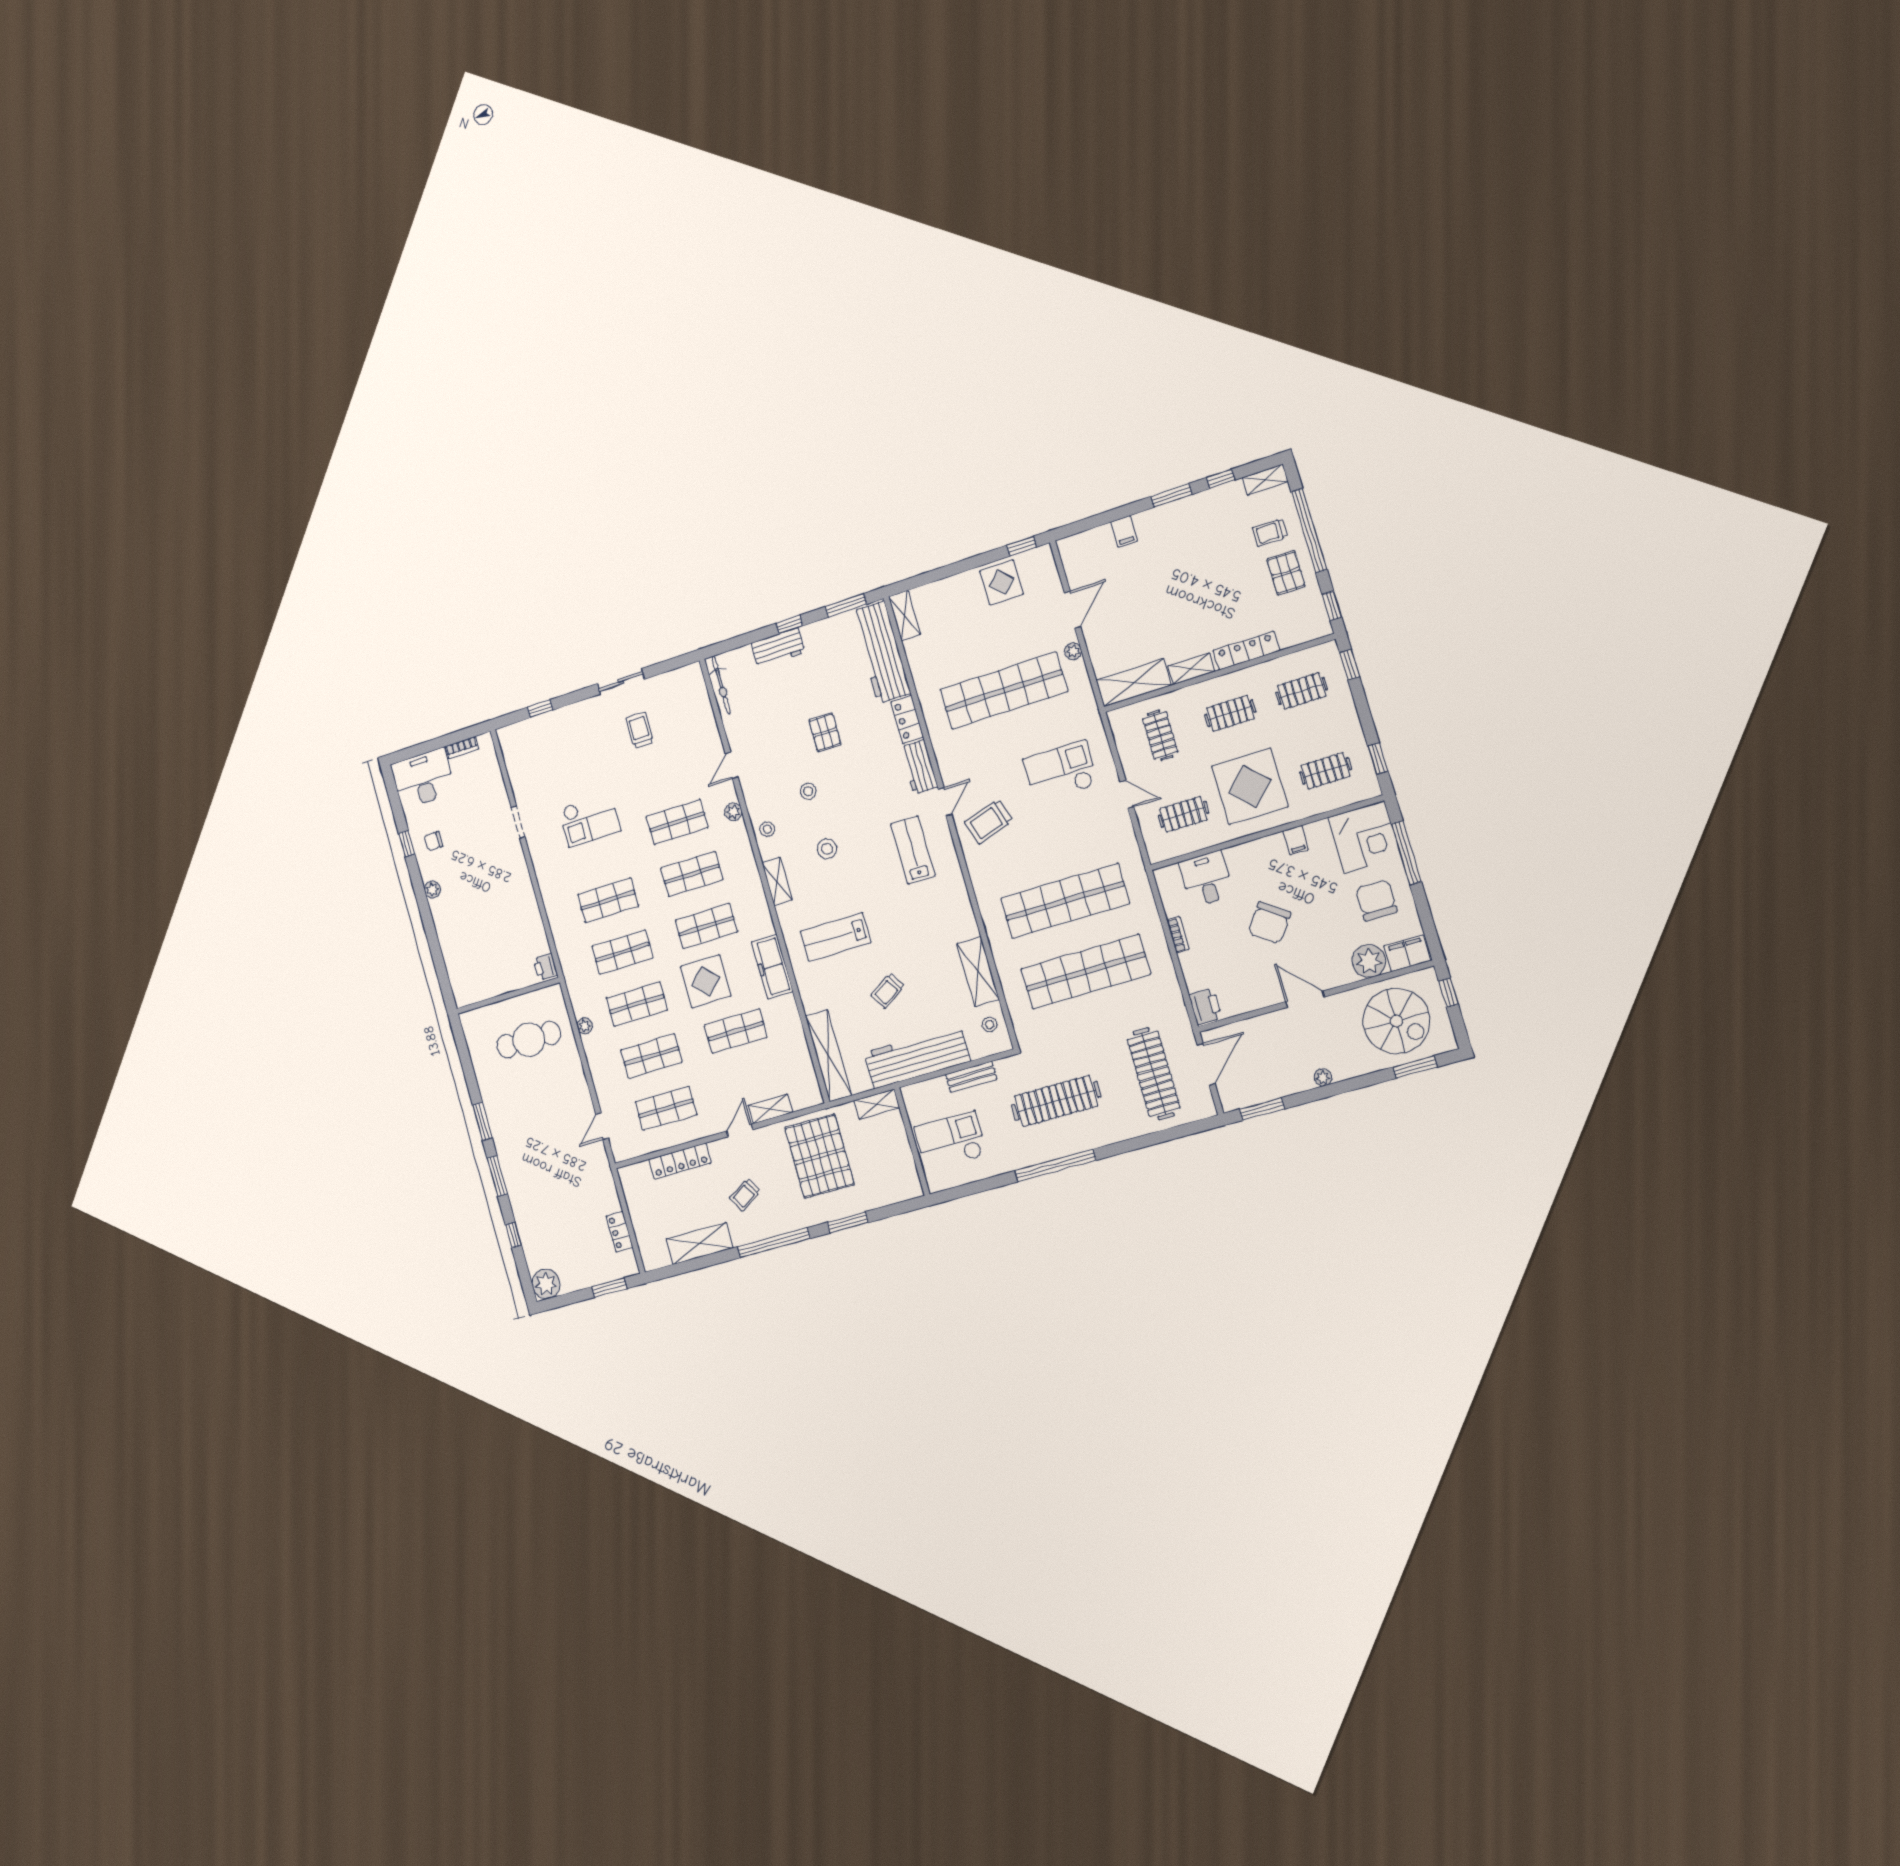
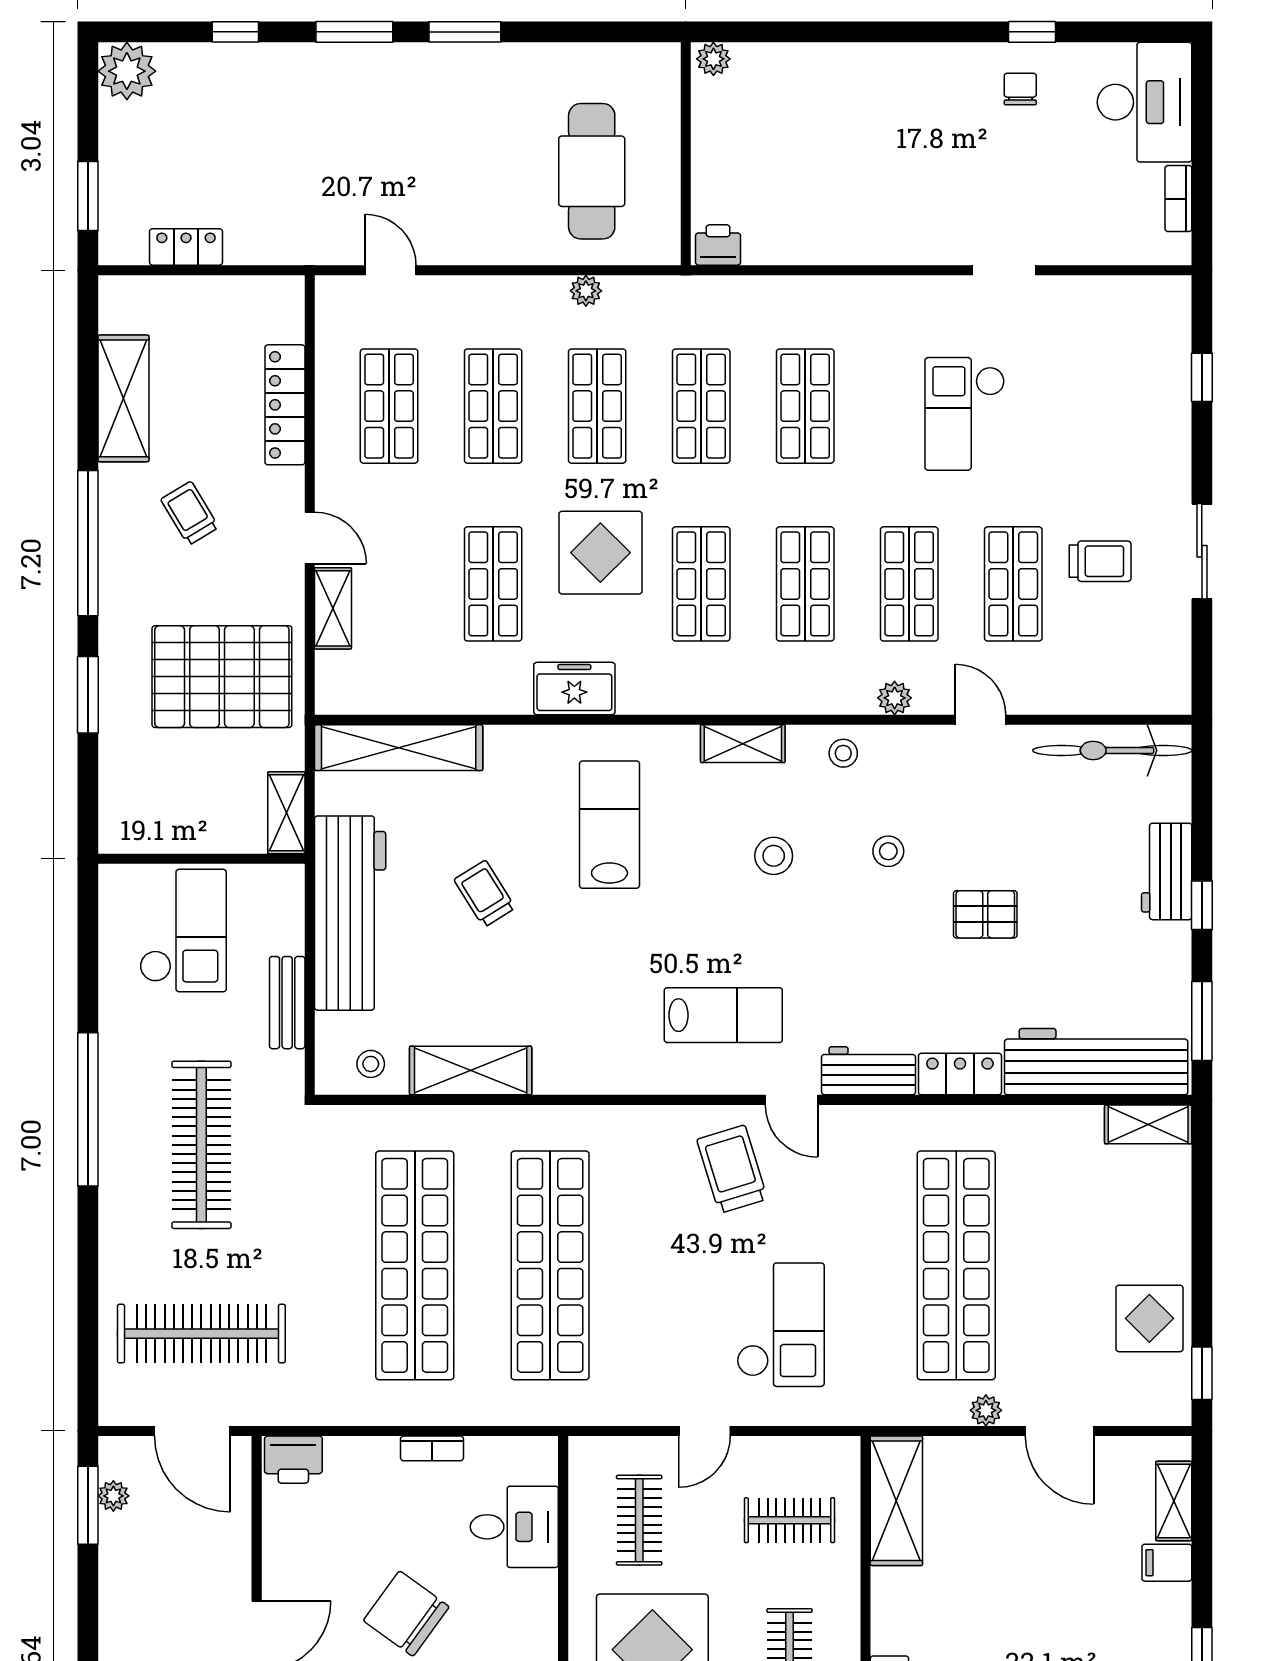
shelving: (1191, 669) -> (1174, 1501), moved
bicycle: (721, 685) -> (1112, 750), width x1.37, depth x1.40
shop shelf: (662, 770) -> (1013, 584), added
plant: (432, 890) -> (713, 59), moved
freezer: (772, 967) -> (574, 689), width x0.71
plant: (1323, 1077) -> (113, 1496), moved

